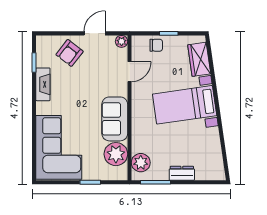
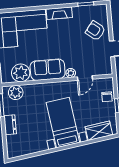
plant: (122, 41) -> (71, 73), moved
door: (130, 72) -> (85, 78), hinge flipped
fireplace: (43, 84) -> (59, 13), moved

